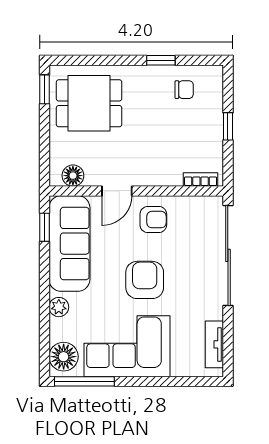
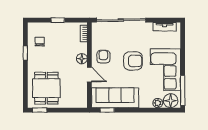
floor lamp: (73, 176) -> (82, 59), moved
armchair: (145, 280) -> (133, 61), turned 180
plant: (59, 307) -> (158, 103), moved

